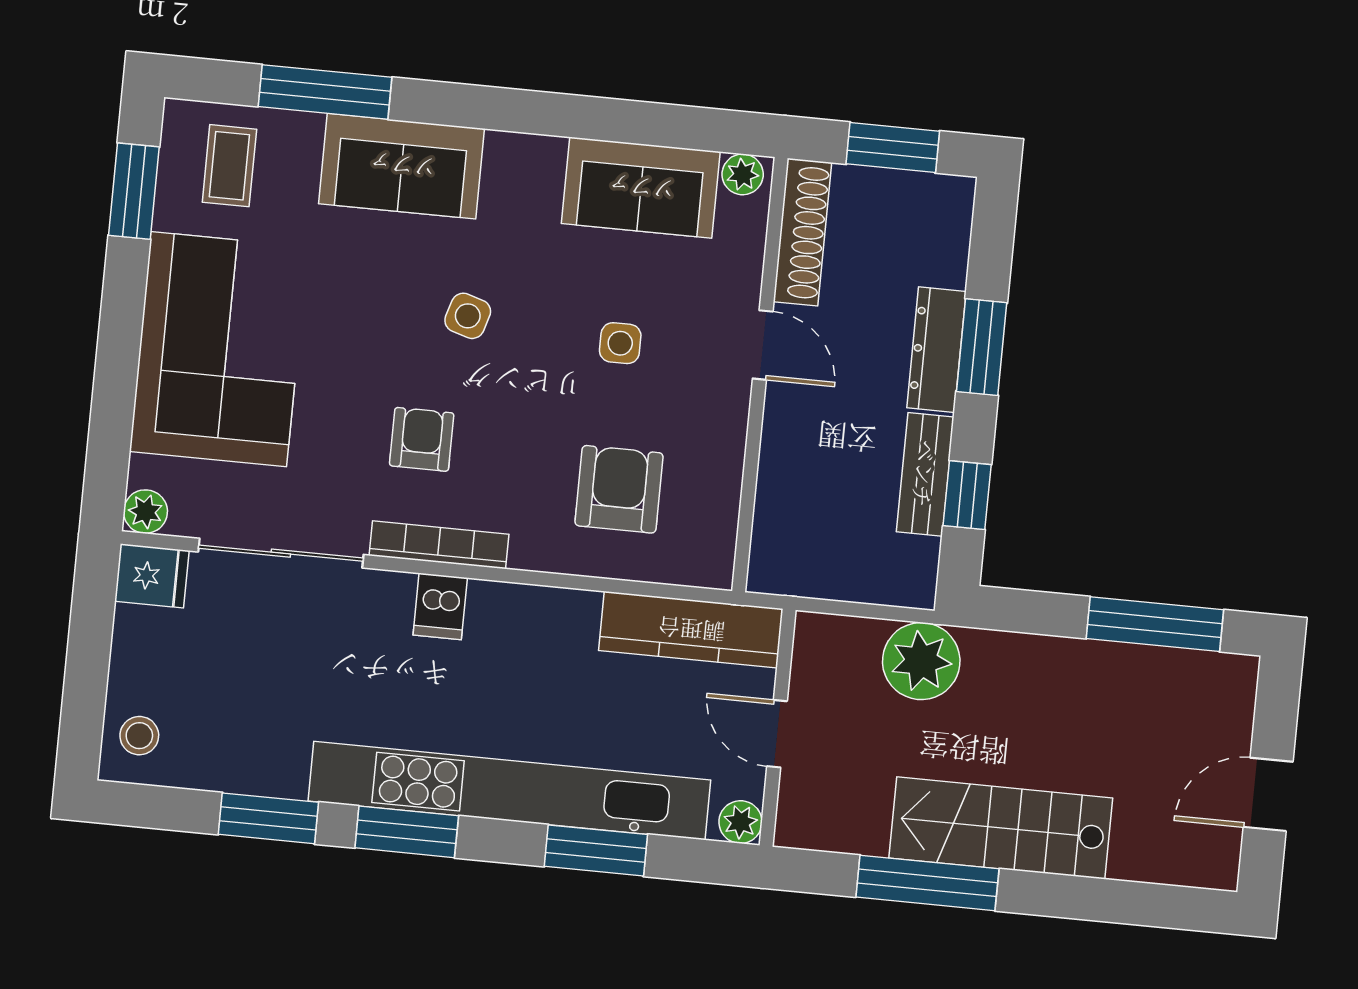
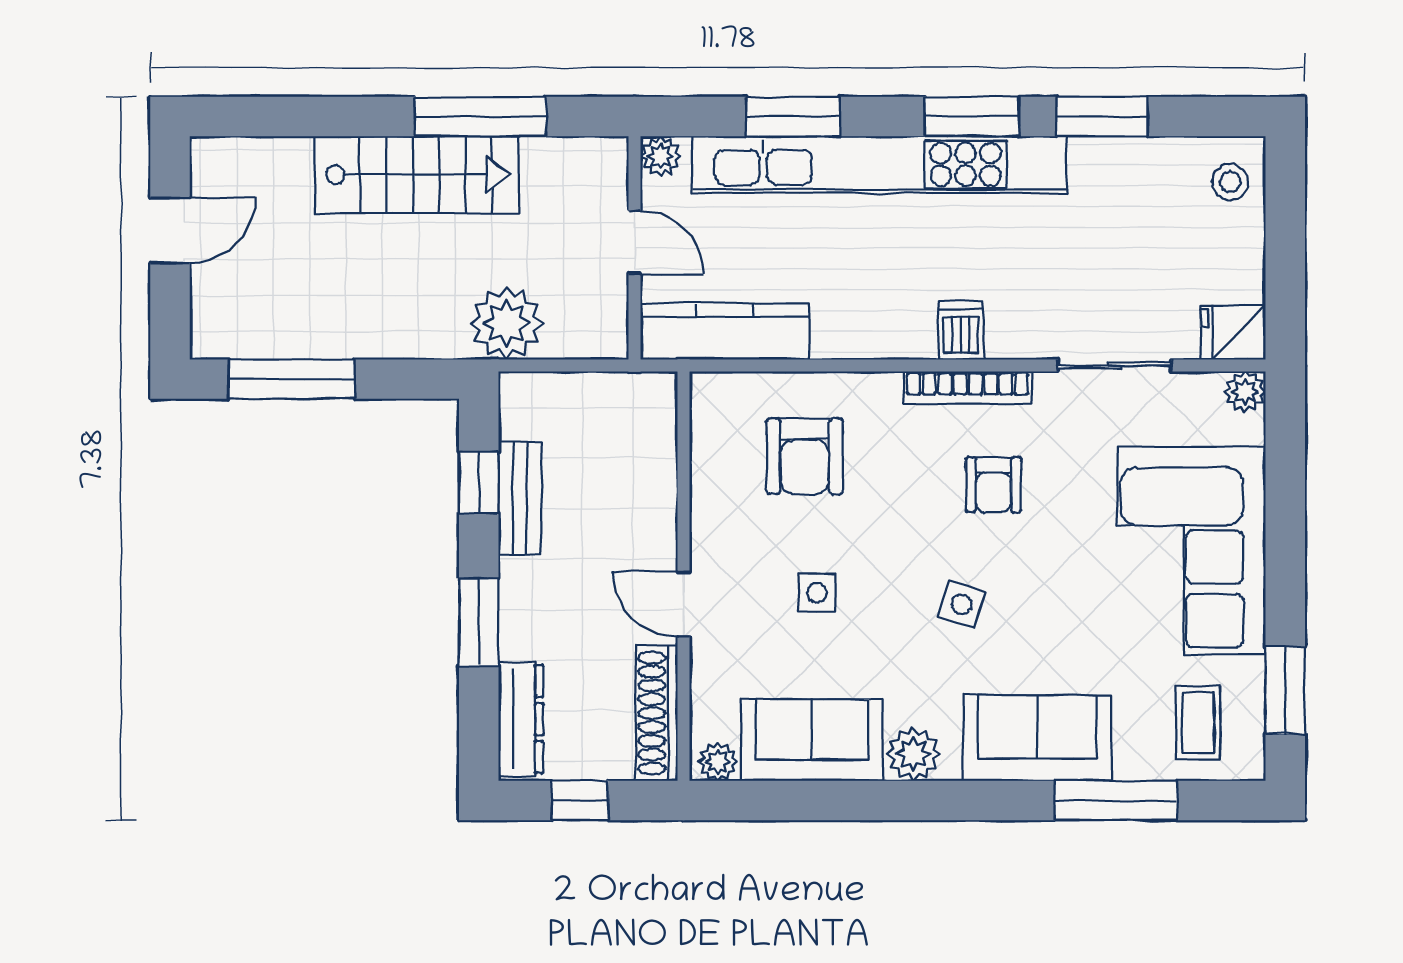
window: (893, 148) -> (580, 801), width x0.67
plant: (535, 162) -> (913, 754), added
dresser: (936, 350) -> (521, 719), moved
sliding door: (281, 553) -> (1115, 365), width x0.73

